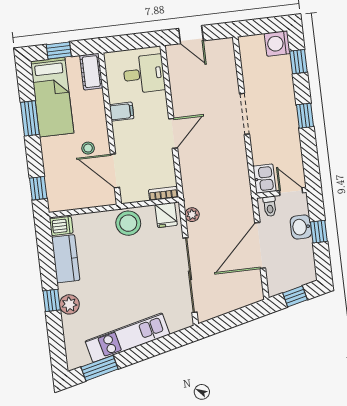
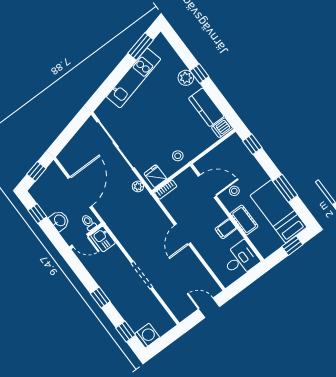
cot: (91, 72) -> (244, 220), moved
desk: (144, 74) -> (241, 259), moved, turned 180
stool: (128, 223) -> (178, 156), width x0.53, depth x0.53
window: (319, 232) -> (37, 214), moved

